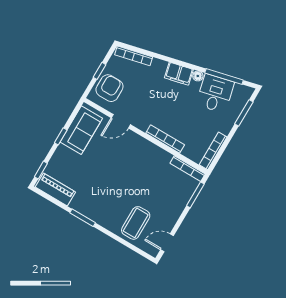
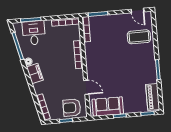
desk: (215, 93) -> (34, 33), moved, turned 103

